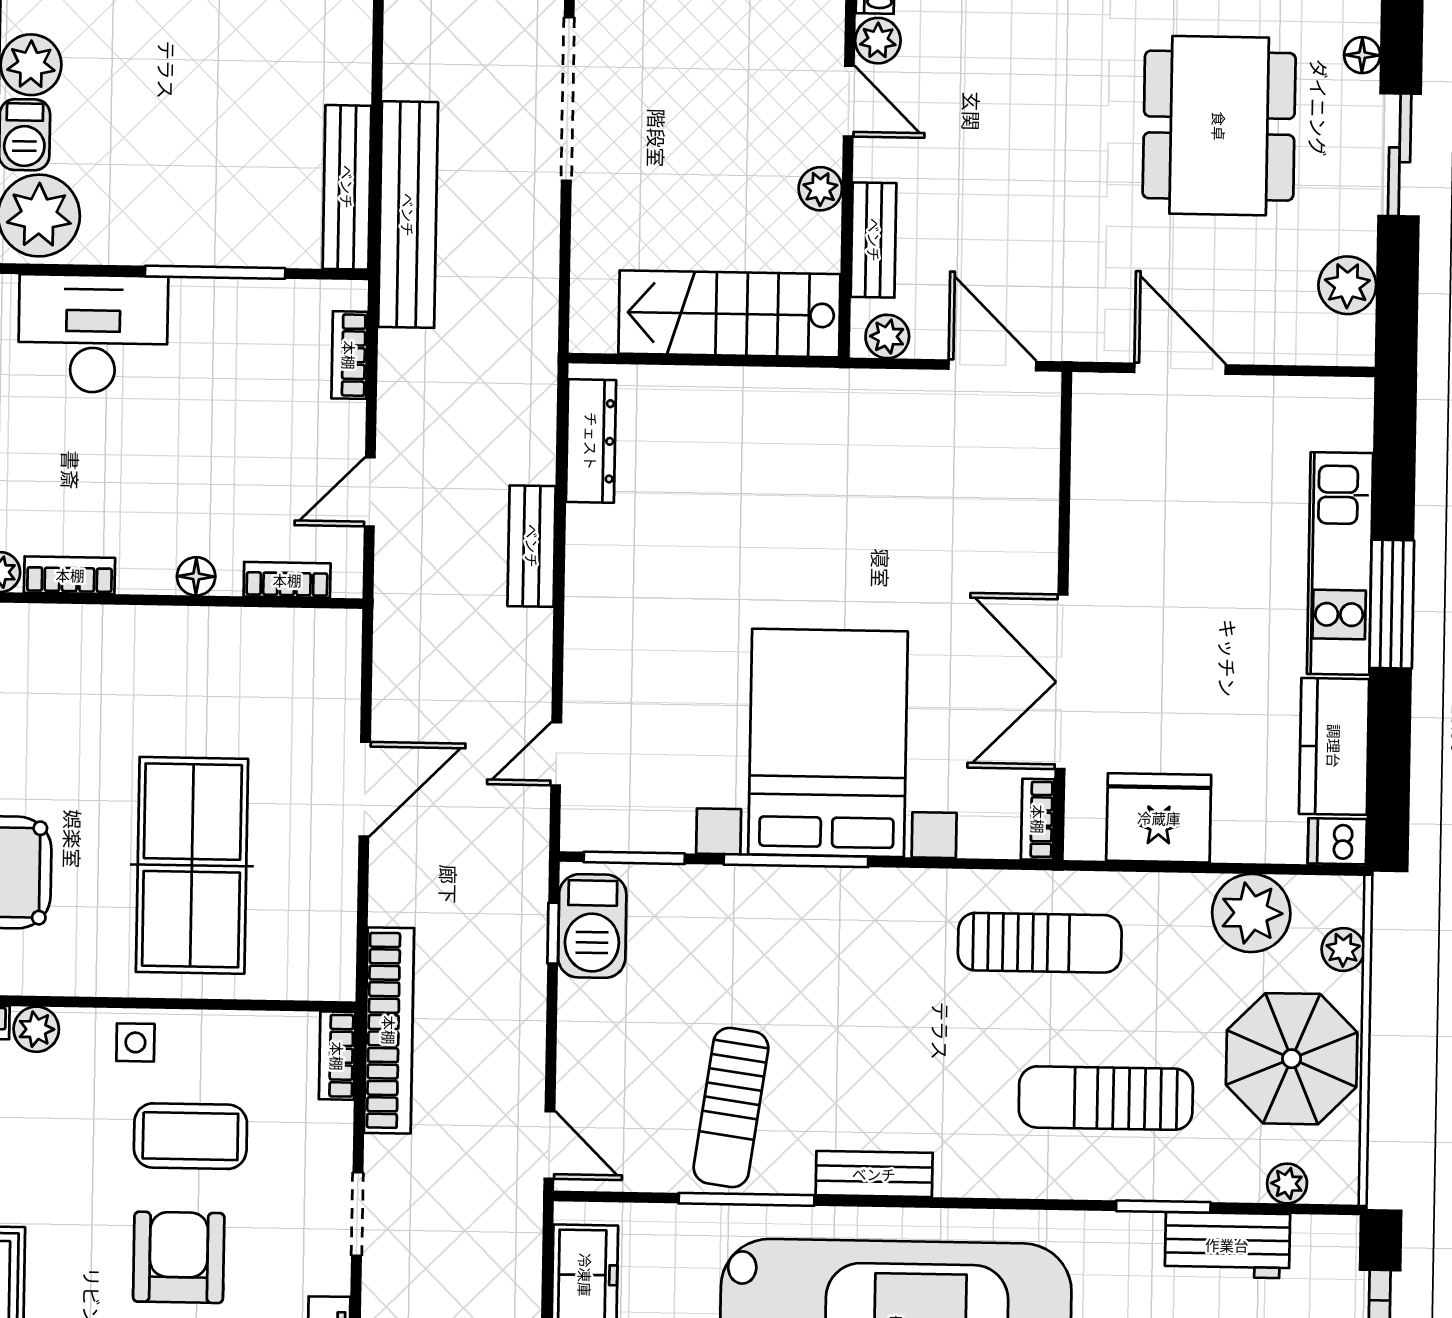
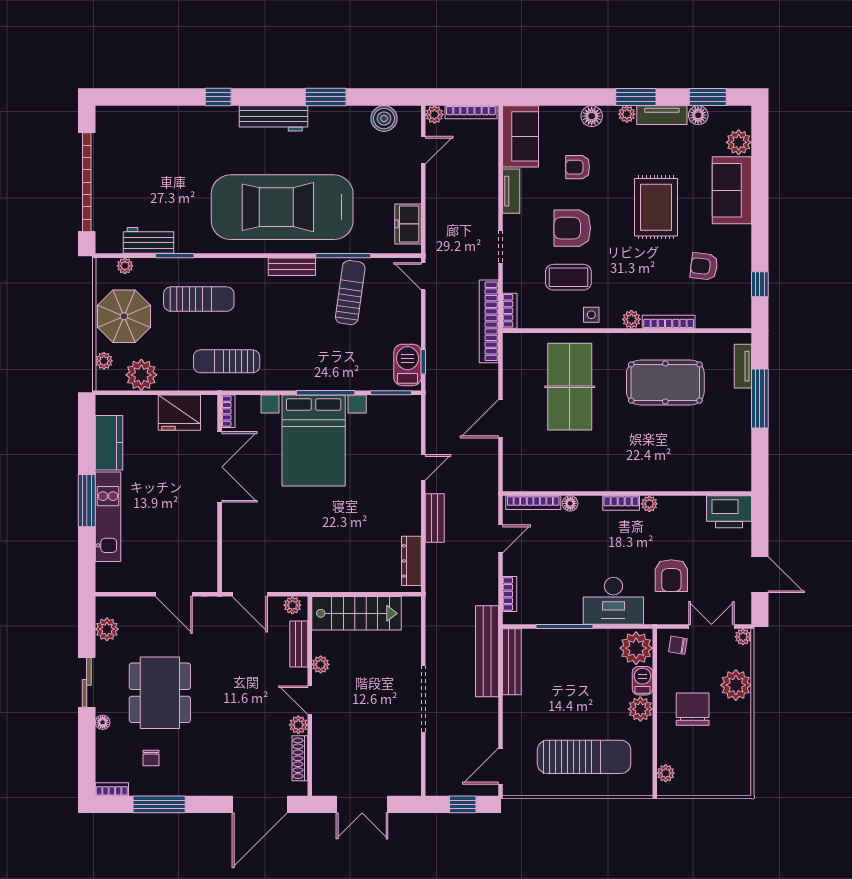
bookcase: (287, 580) -> (533, 503), width x1.56
door: (556, 754) -> (423, 467), moved
dishwasher: (1337, 841) -> (107, 404), removed
armchair: (179, 1257) -> (572, 228), turned 90

